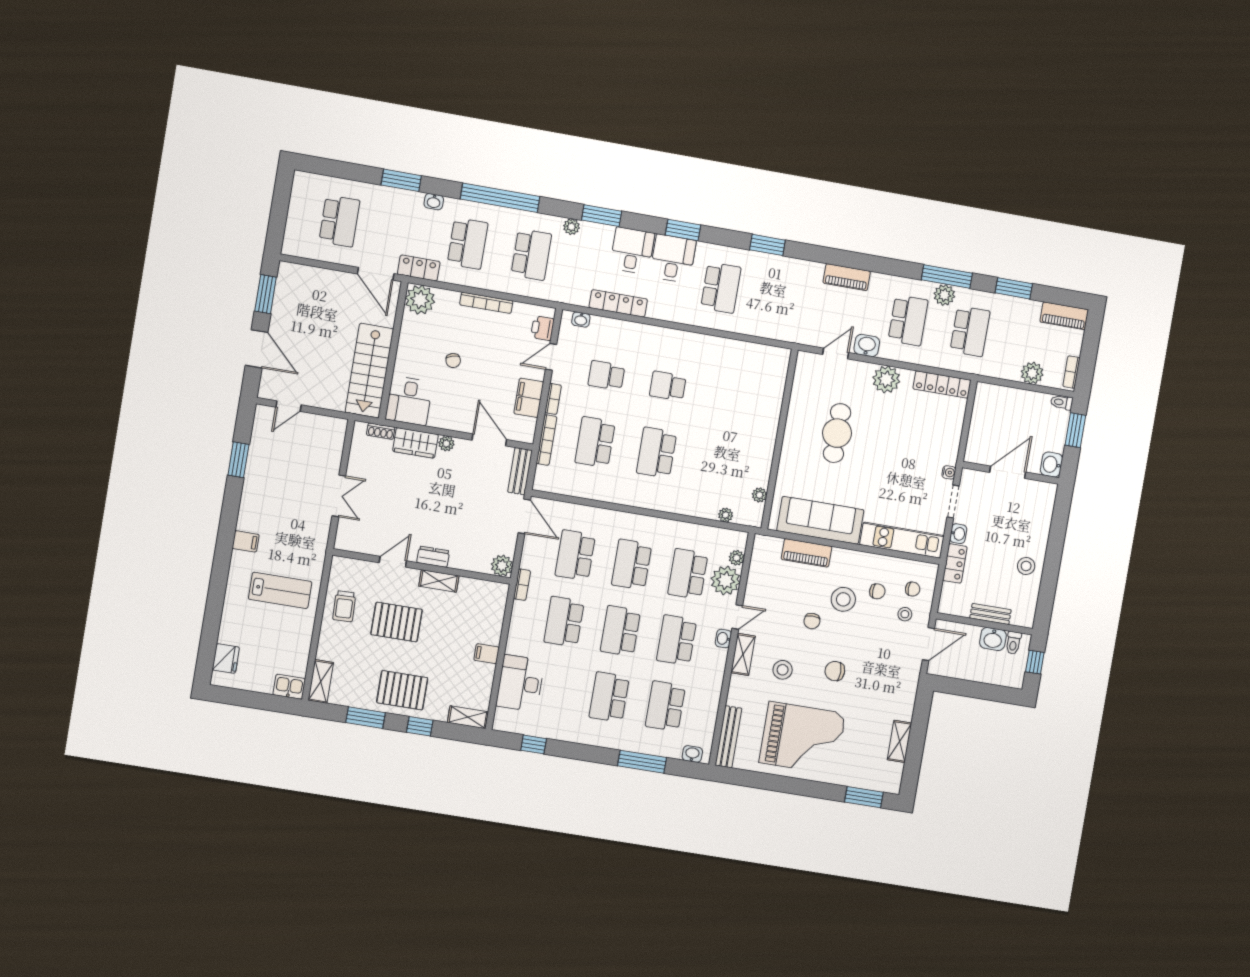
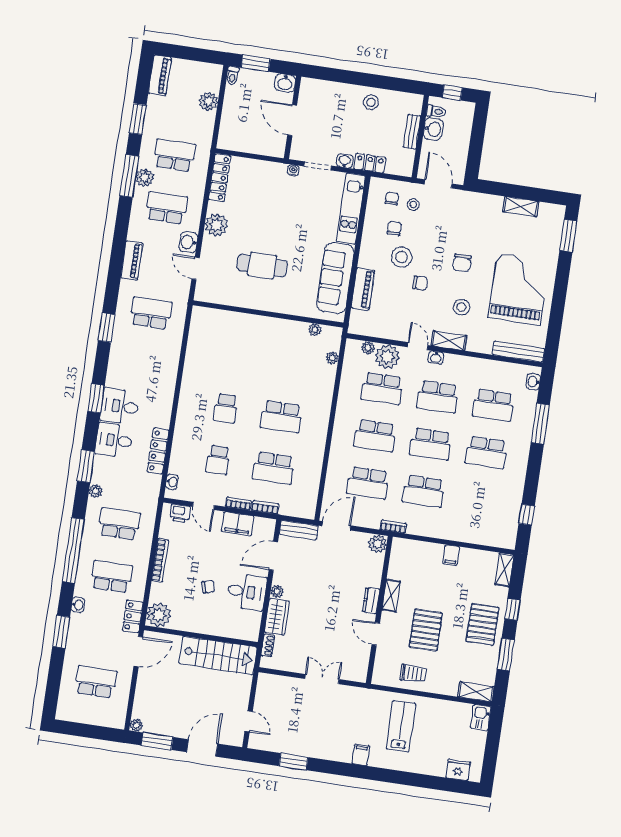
plant: (286, 269) -> (136, 725), added
school desk: (721, 288) -> (151, 313), moved
bookcase: (1071, 372) -> (207, 68), removed
desk: (409, 401) -> (247, 592), moved
bookcase: (547, 440) -> (265, 507), width x0.64
desk: (520, 683) -> (476, 527), removed

